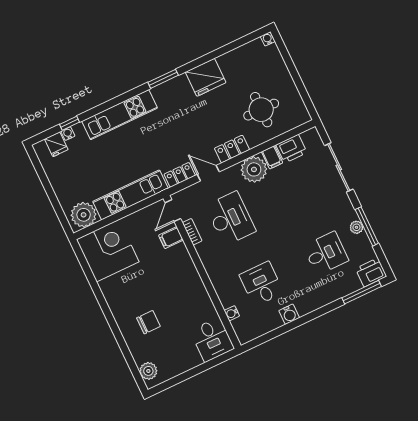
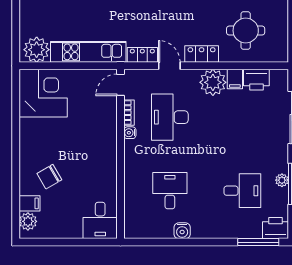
desk: (230, 219) -> (170, 117), turned 180
filing cabinet: (171, 238) -> (29, 203), moved, turned 180
water cooler: (232, 313) -> (130, 133), moved
chair: (148, 322) -> (49, 177), turned 150

